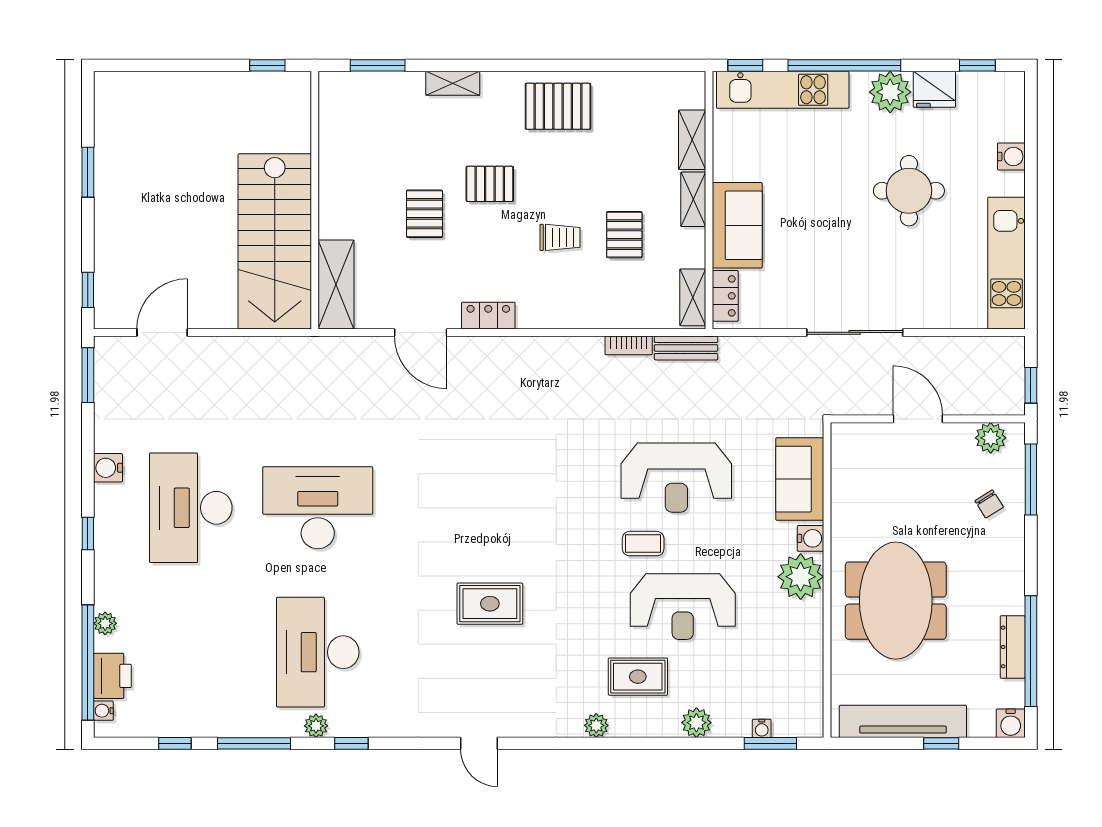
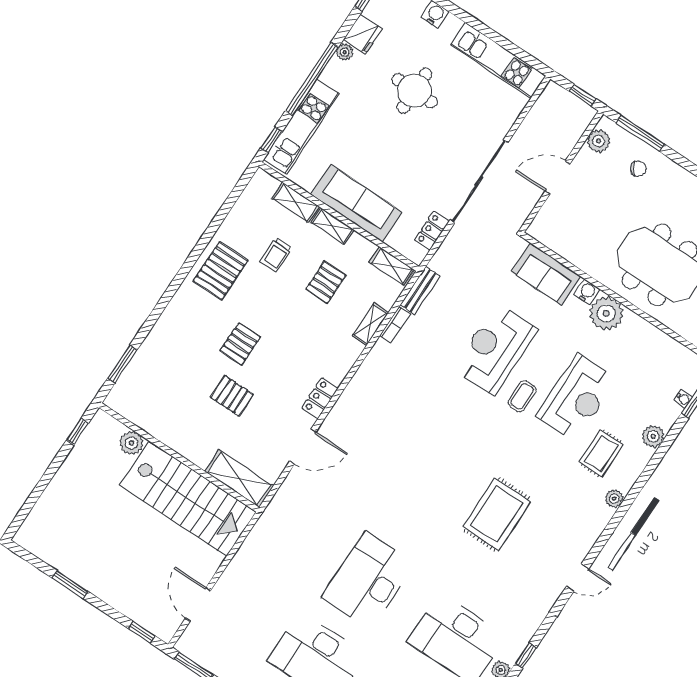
shelving: (453, 83) -> (370, 324), moved
plant: (890, 92) -> (345, 52), width x0.53, depth x0.53
plant: (295, 135) -> (131, 443), added
sofa: (737, 225) -> (356, 203), width x1.36
pallet: (624, 235) -> (326, 282), turned 90
trolley: (560, 237) -> (276, 255), moved, turned 180
locker: (725, 296) -> (432, 231), moved, turned -90
sliding door: (855, 332) -> (479, 181), width x1.36
reception desk: (676, 478) -> (495, 349), turned 180
rug: (490, 604) -> (497, 514), width x1.36, depth x1.43

